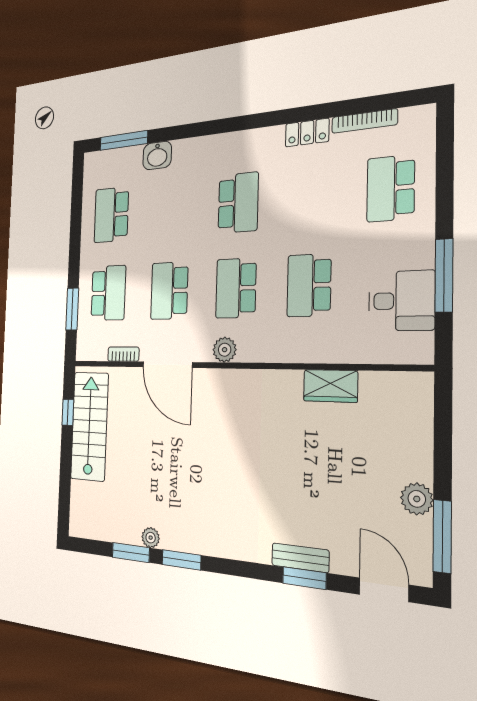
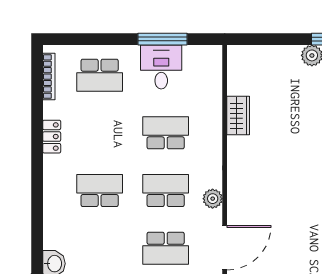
bookcase: (364, 121) -> (49, 77), moved
school desk: (309, 285) -> (166, 133), turned 180
school desk: (236, 288) -> (166, 191), turned 180
desk: (401, 301) -> (161, 67), moved

